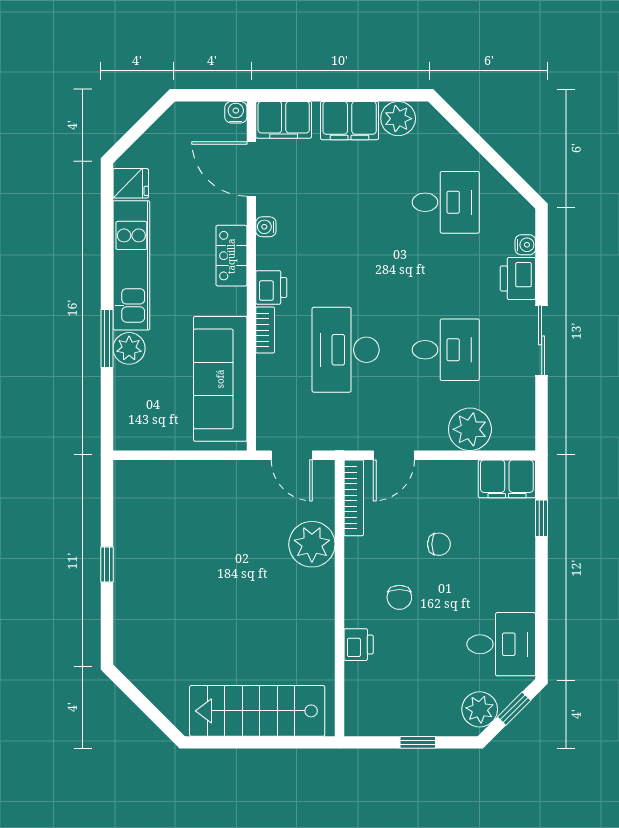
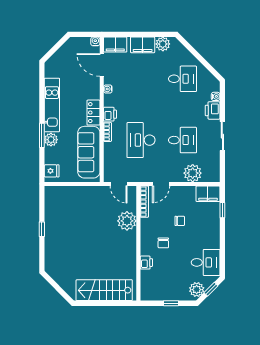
fridge: (131, 183) -> (52, 171), moved
locker: (231, 256) -> (93, 113), moved

